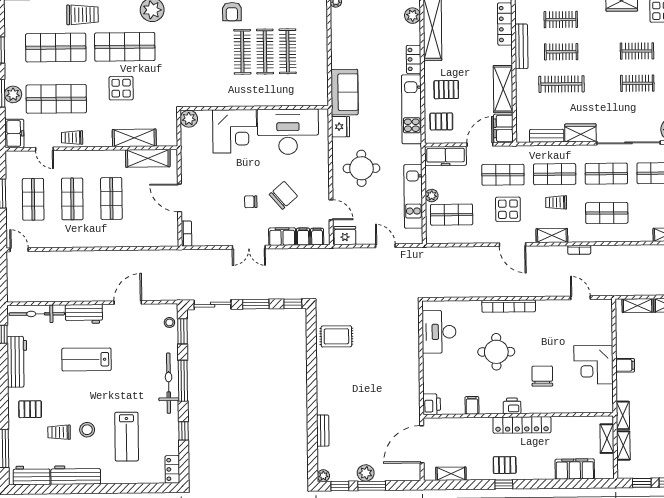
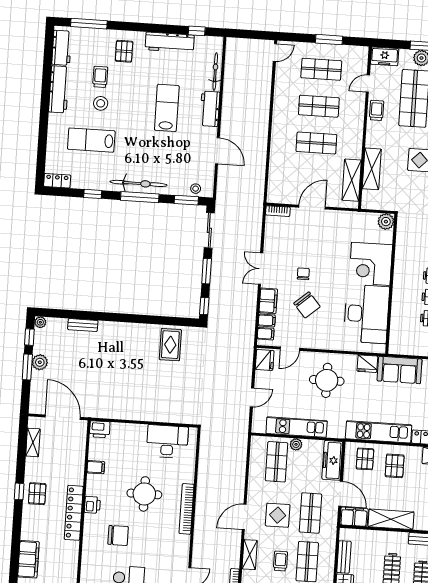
bicycle: (37, 314) -> (215, 72), width x0.73, depth x0.71

